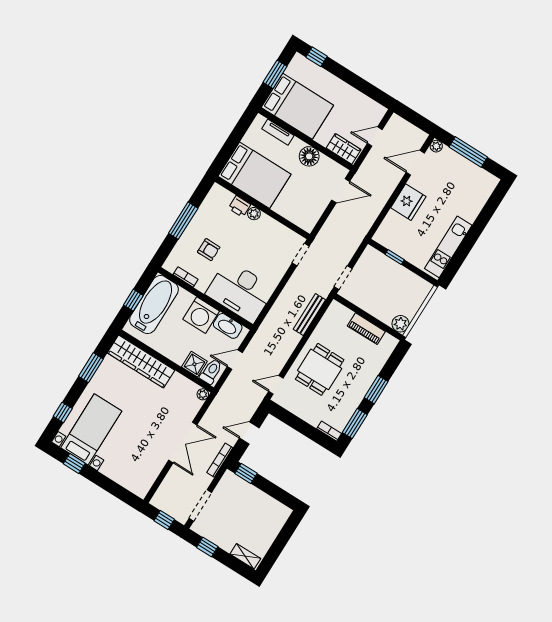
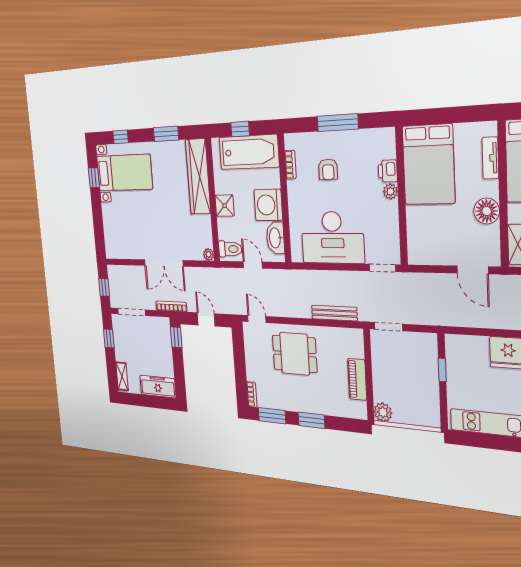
desk: (240, 291) -> (332, 237), moved, turned -90
shower: (194, 364) -> (225, 206), moved
freezer: (274, 523) -> (158, 387), added

